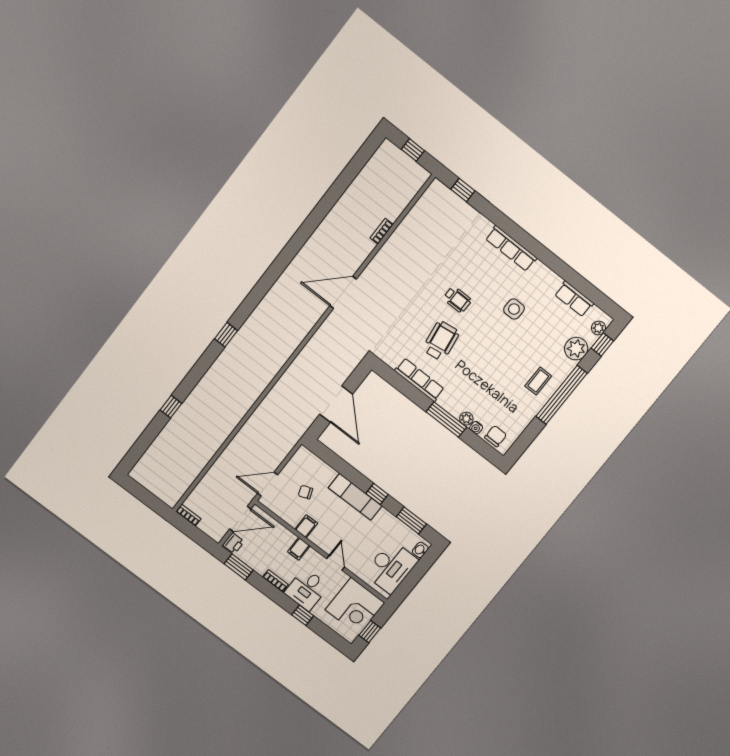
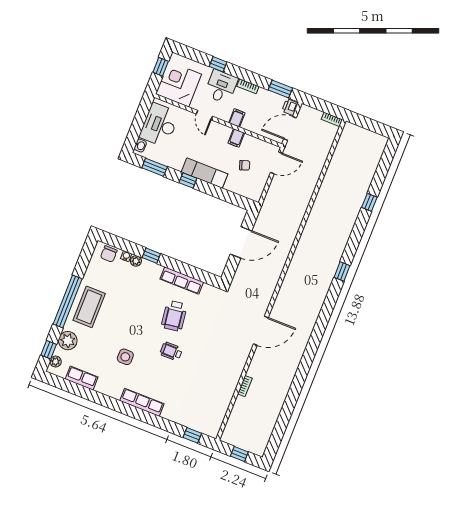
coffee table: (538, 381) -> (89, 307), width x1.86, depth x1.72
door: (336, 404) -> (241, 242), swing flipped
window: (446, 420) -> (151, 256), width x0.46

